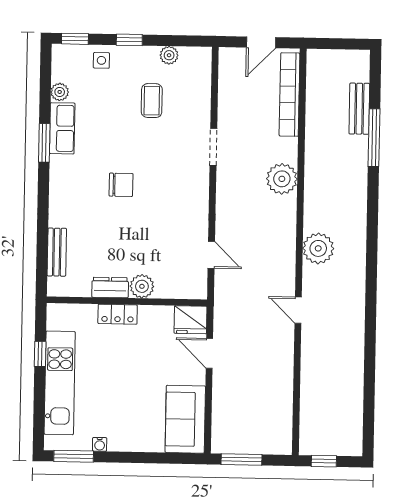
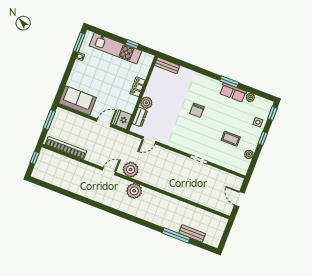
bookcase: (290, 95) -> (66, 148), moved
plant: (282, 179) -> (131, 170), moved
bench: (57, 252) -> (167, 65), moved
dresser: (110, 287) -> (140, 117), moved

